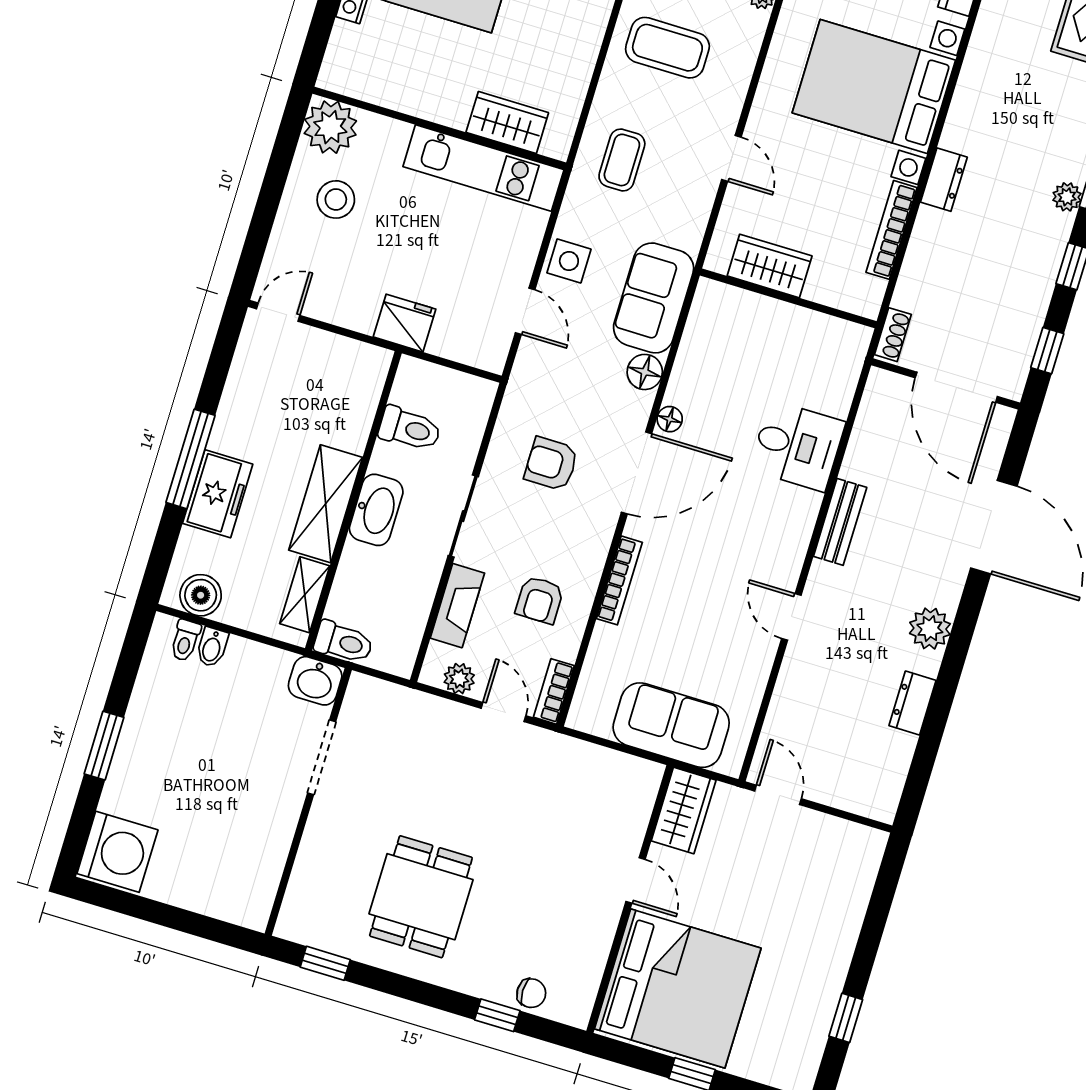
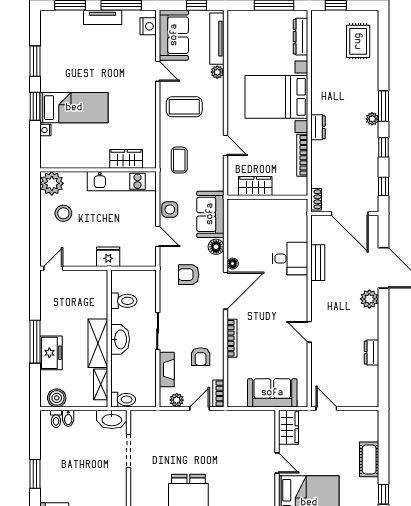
armchair: (551, 464) -> (189, 275), moved
bench: (840, 522) -> (318, 263), moved
plant: (930, 629) -> (369, 299), moved
washbasin: (315, 681) -> (112, 419), width x1.38
door: (503, 712) -> (200, 409), hinge flipped
cot: (837, 933) -> (369, 459), added

